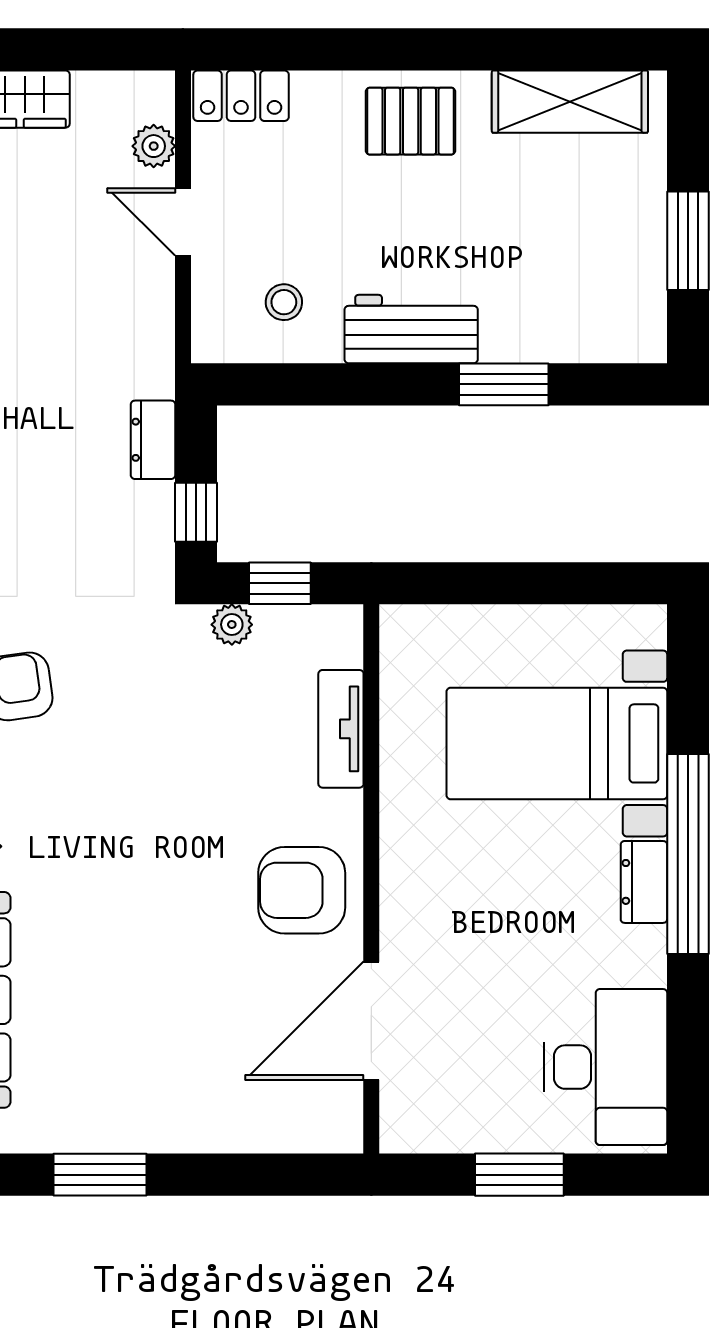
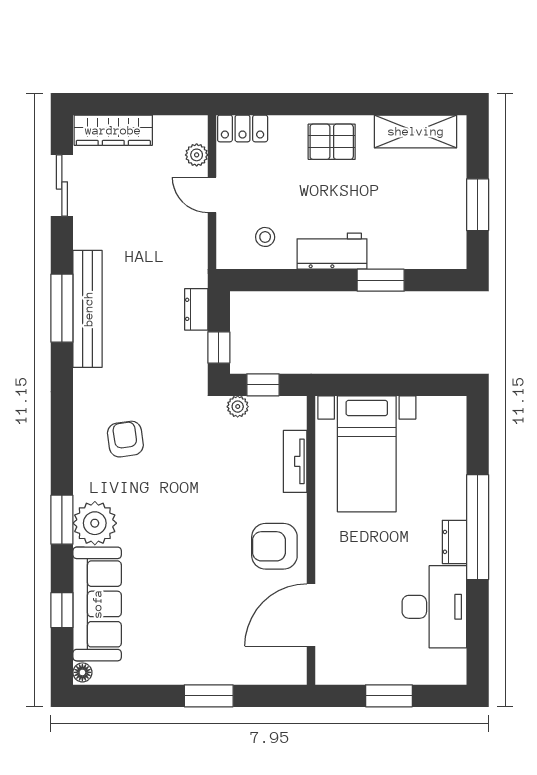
bed with nightstands: (557, 743) -> (367, 454), moved, turned -90
desk: (606, 1067) -> (434, 607), moved
window: (100, 1175) -> (209, 696), moved

